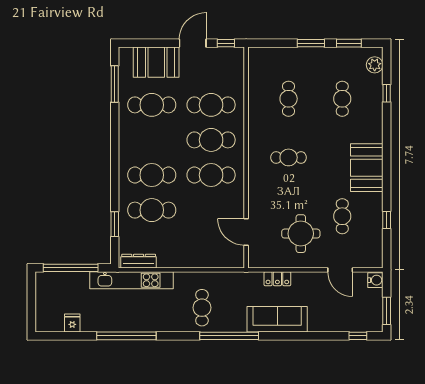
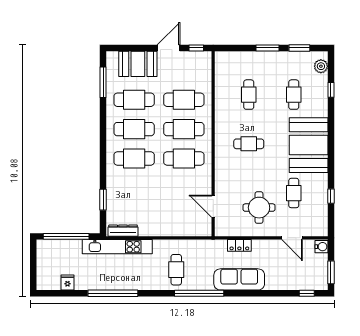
booth: (367, 168) -> (309, 145), width x1.36, depth x1.42
cafe table: (152, 210) -> (134, 129), moved

